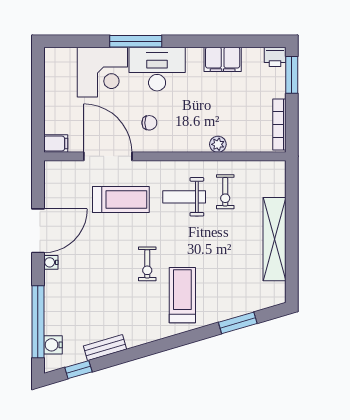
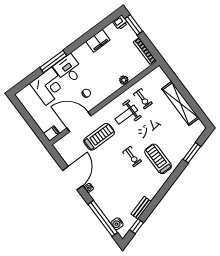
desk: (157, 69) -> (69, 69), width x0.73

